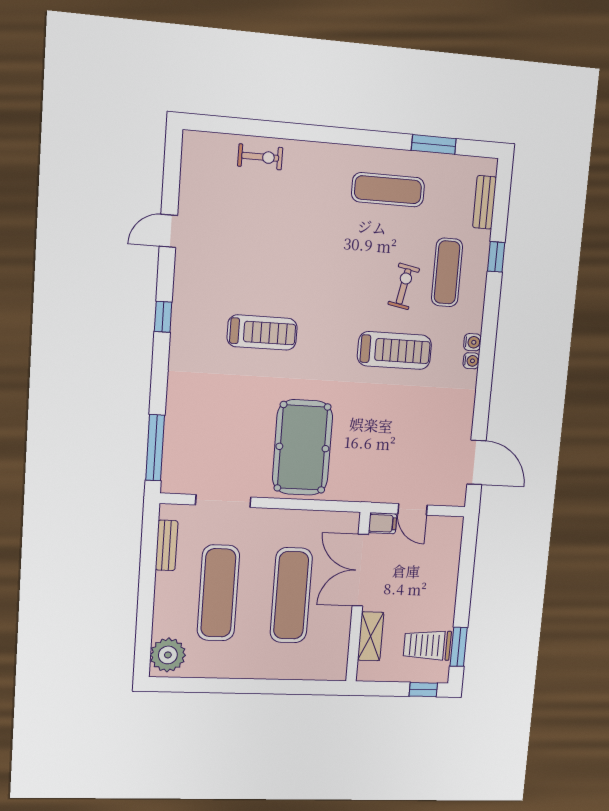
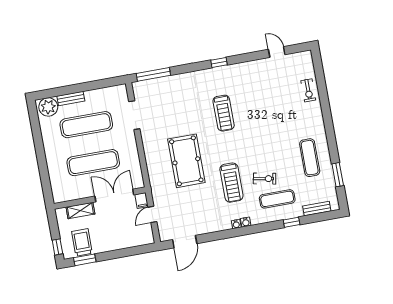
door: (168, 231) -> (277, 52), moved
pool table: (302, 448) -> (186, 161), moved, turned 90
bench: (167, 545) -> (71, 99), moved

